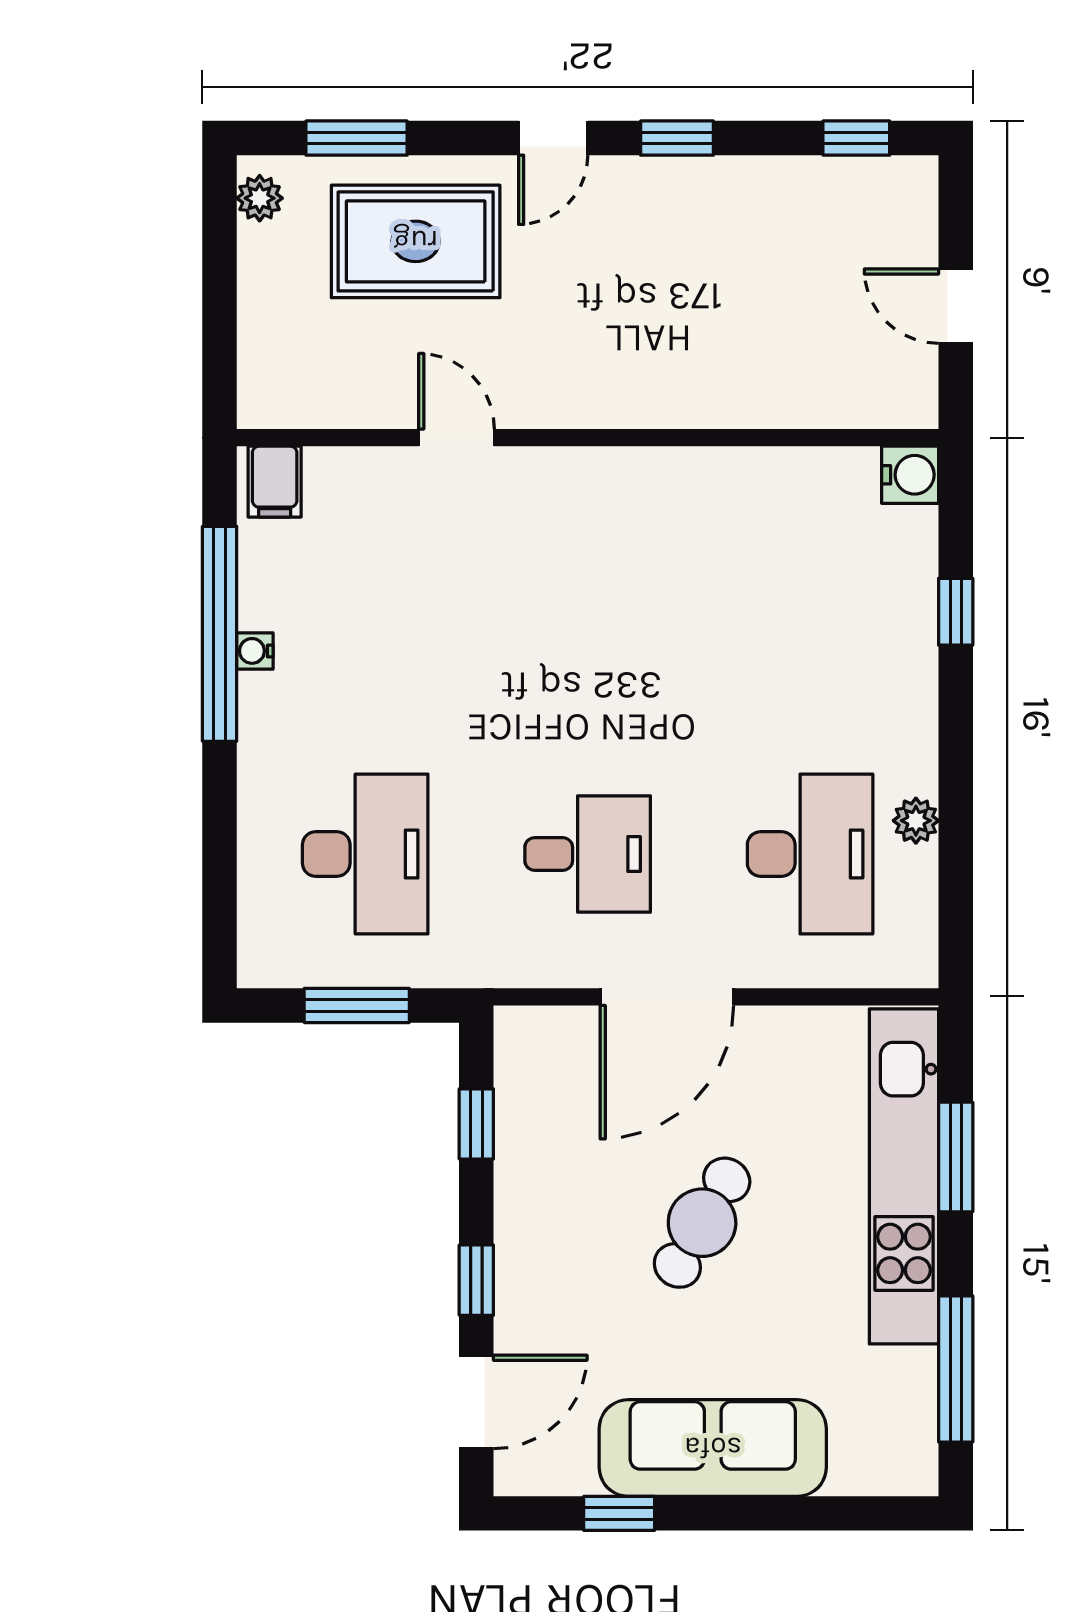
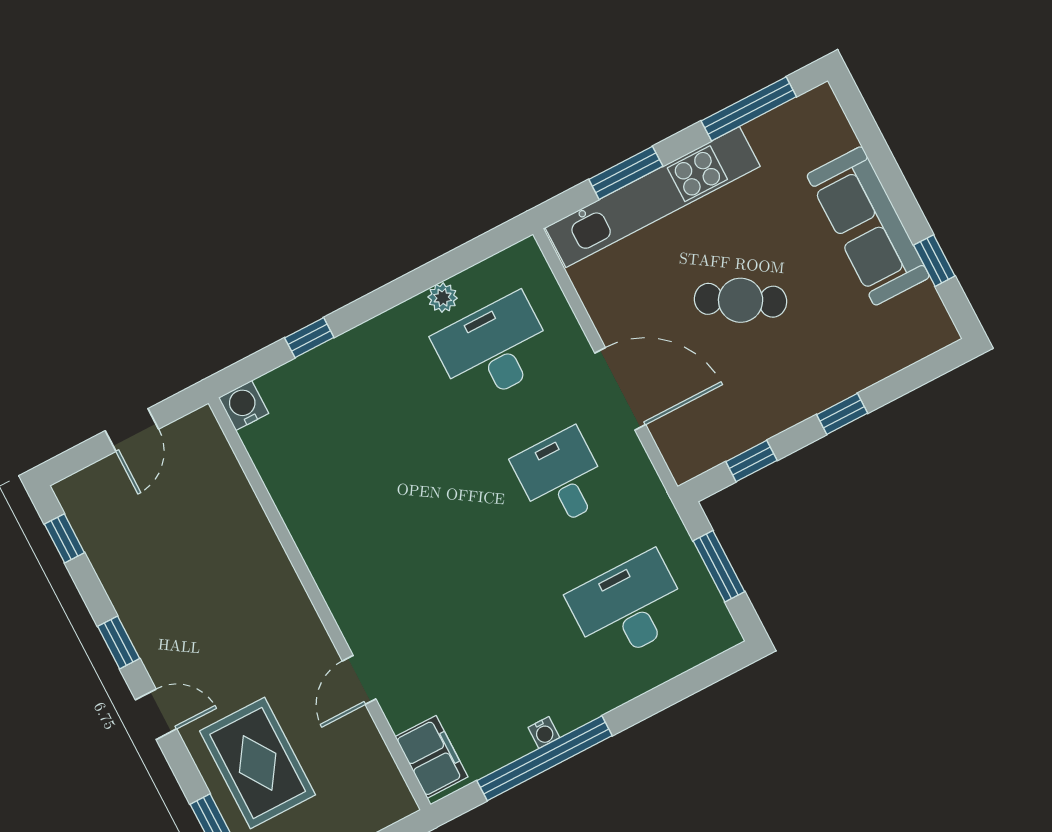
filing cabinet: (275, 482) -> (432, 757), width x2.00
door: (476, 1402) -> (913, 377), removed

